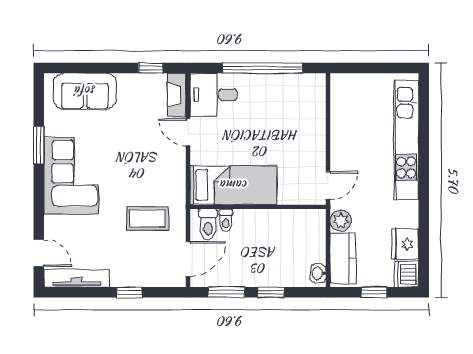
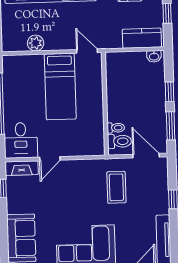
bed: (234, 185) -> (60, 87), moved, turned 180
plant: (341, 221) -> (36, 43), moved

